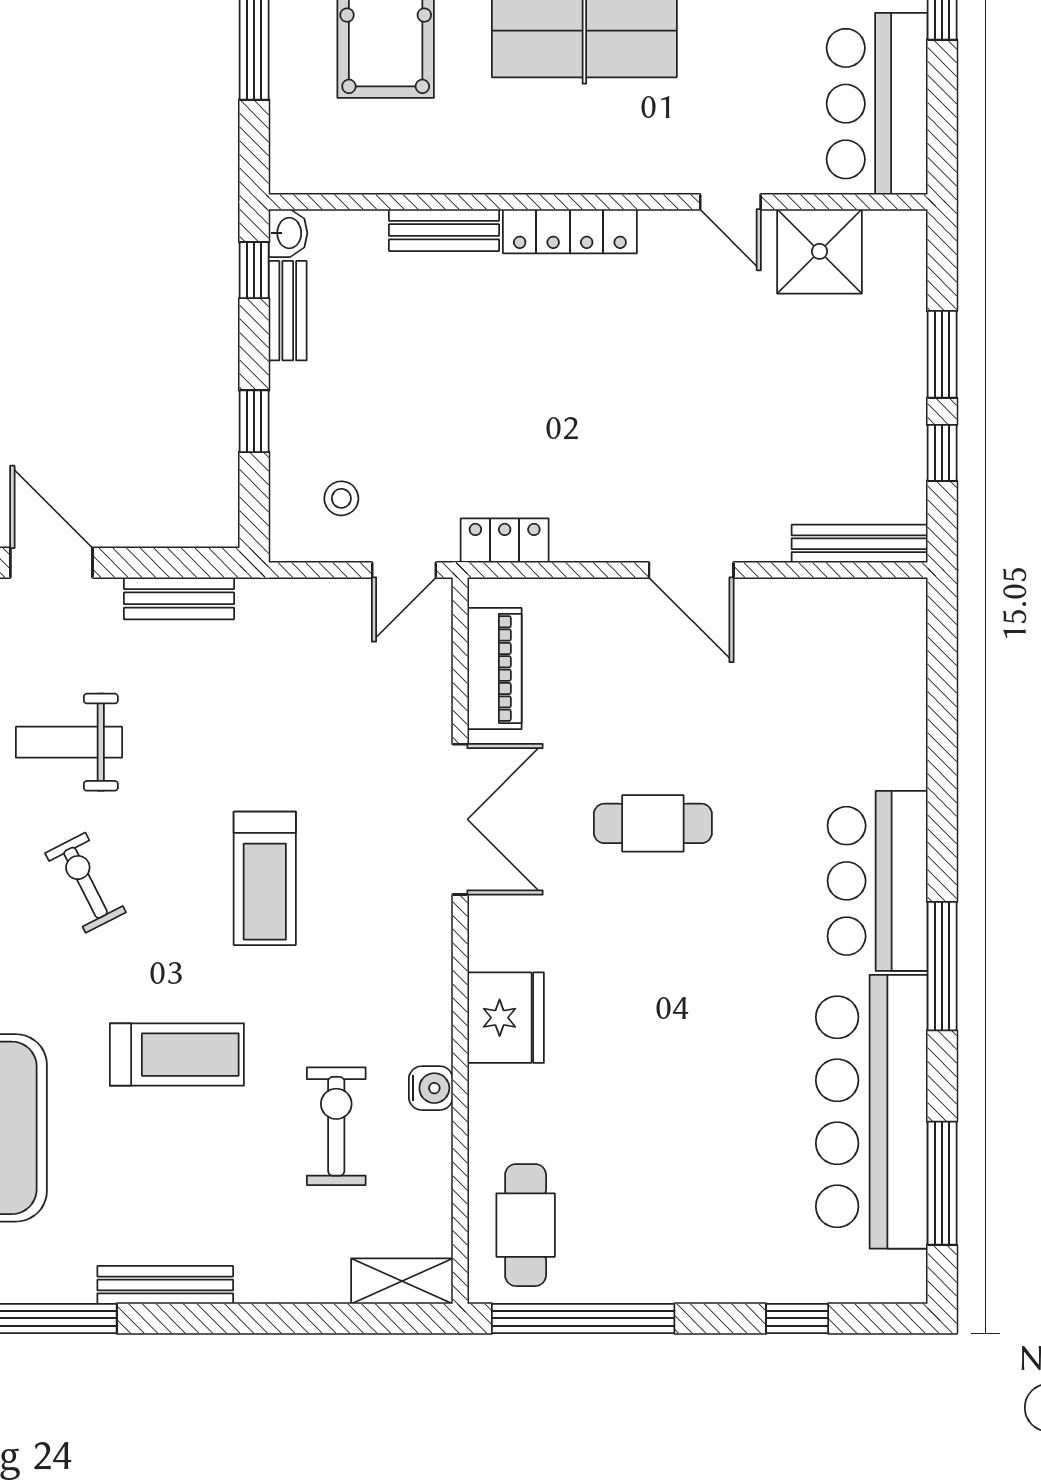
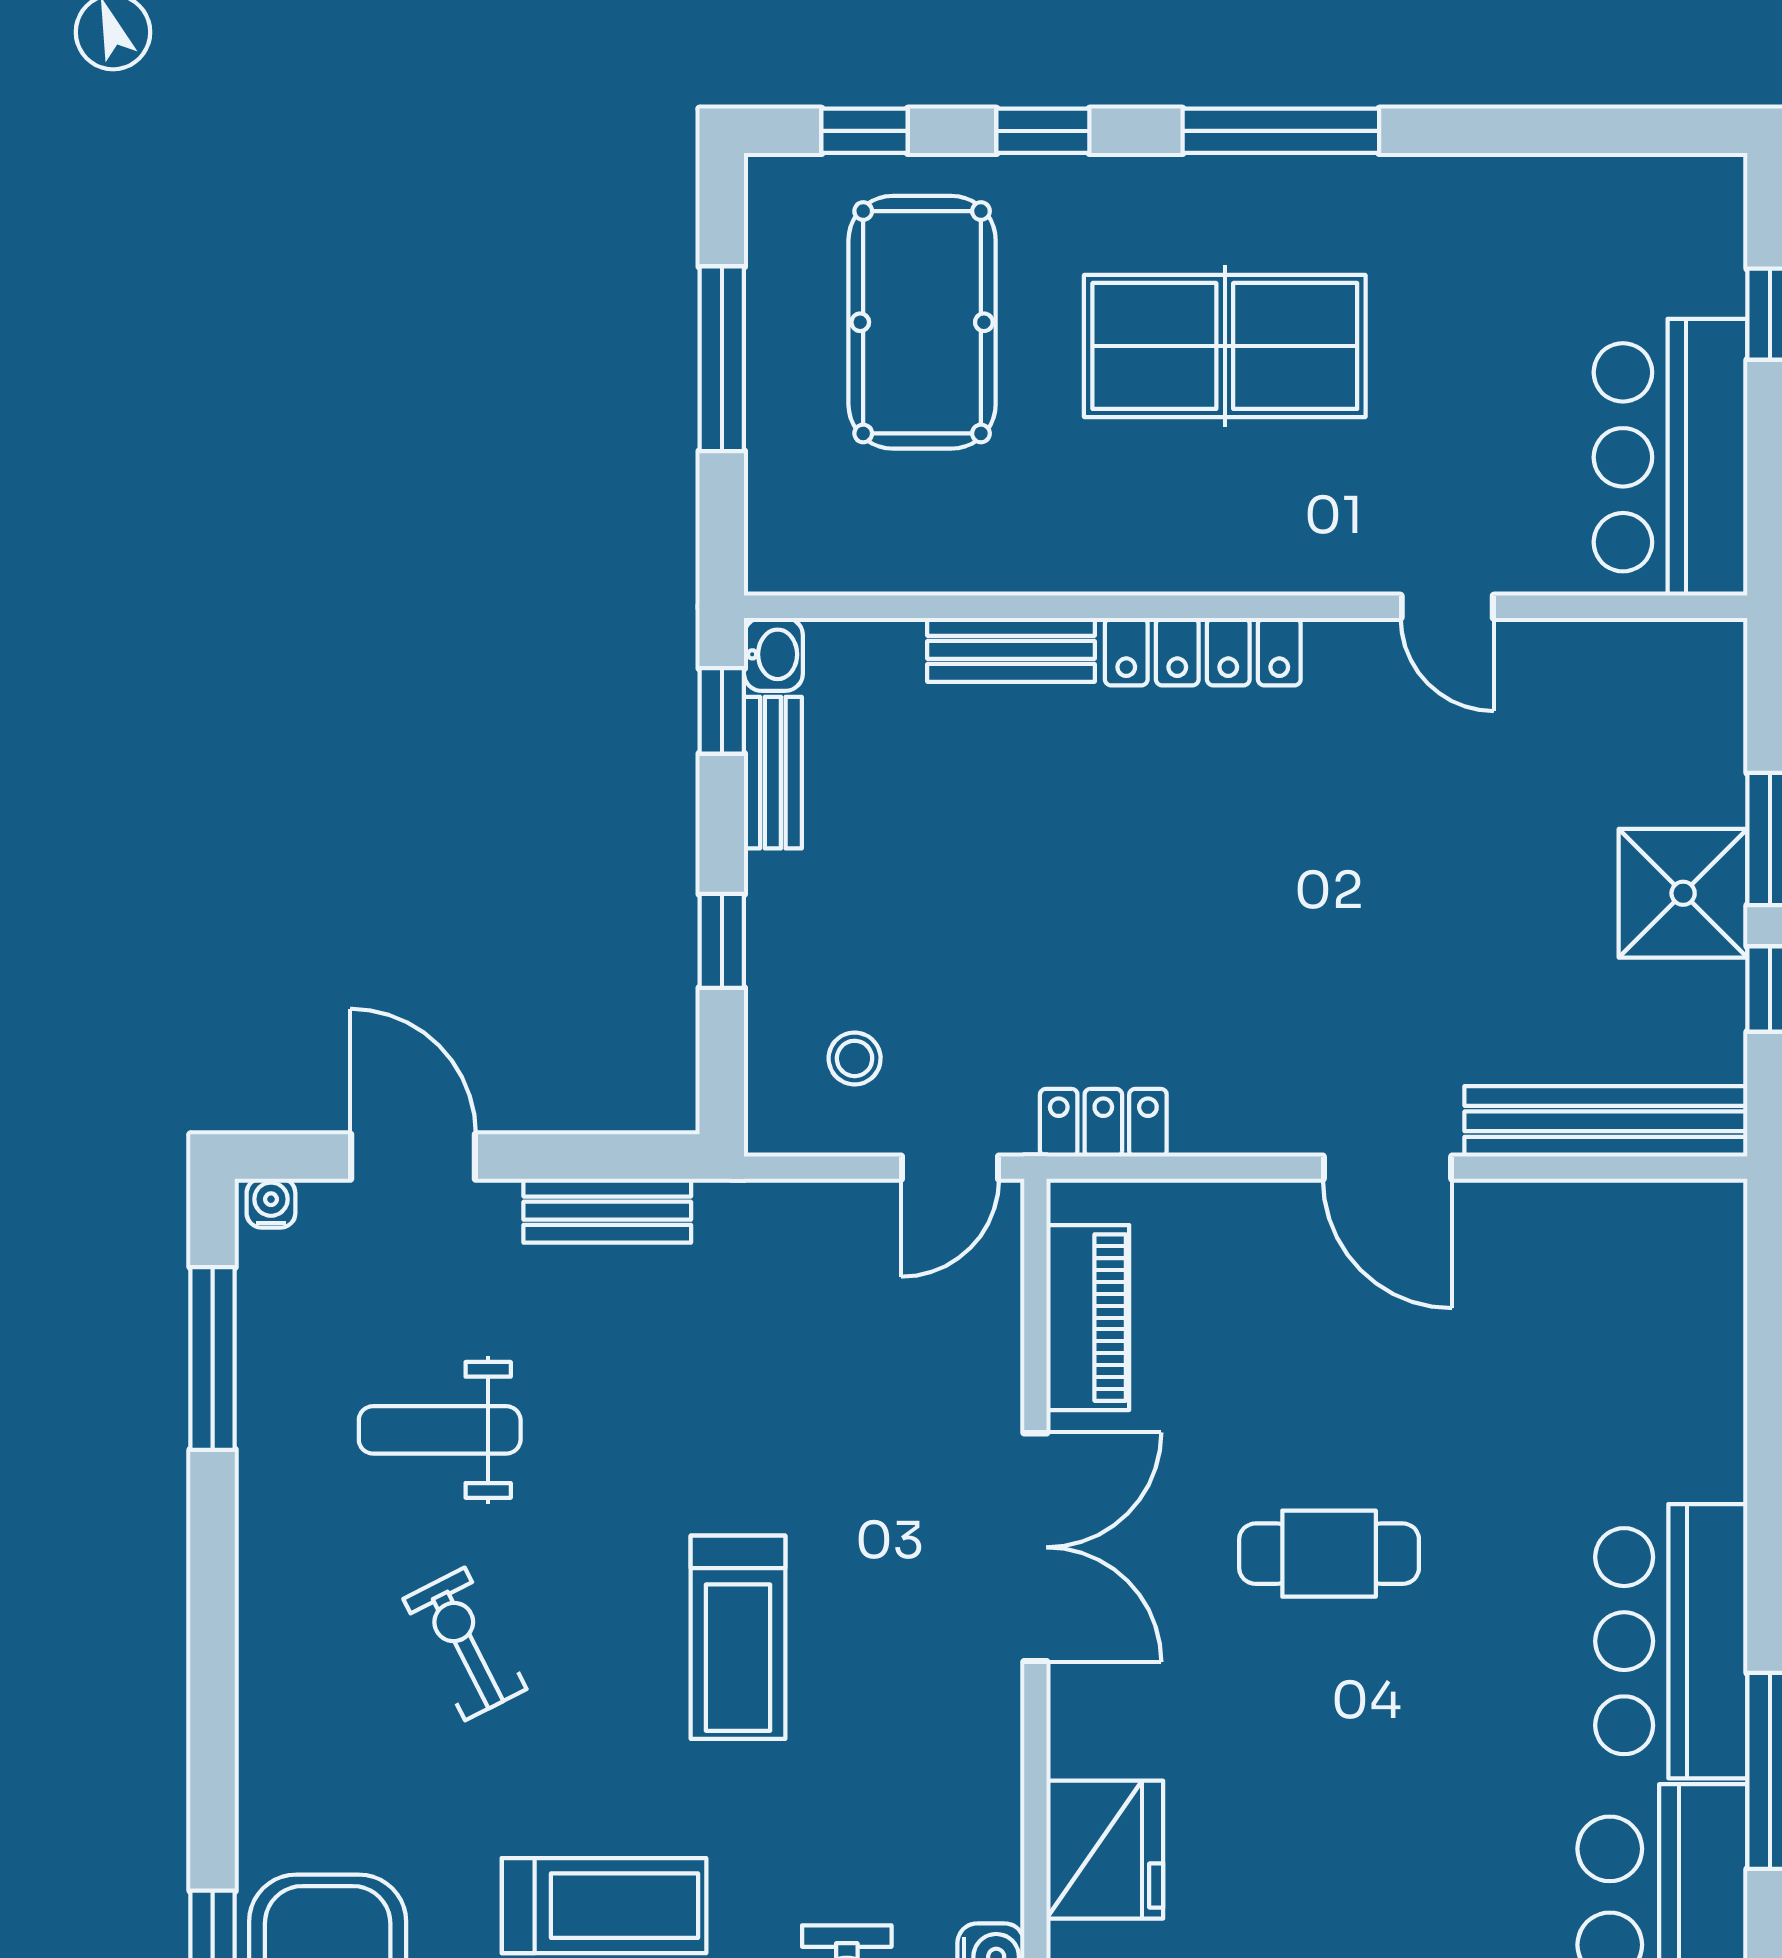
shower: (819, 251) -> (1683, 893), moved
bench: (860, 544) -> (1606, 1121), width x1.37, depth x1.21

